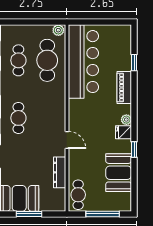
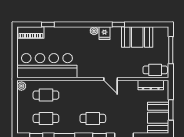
cafe table: (47, 60) -> (46, 95), width x0.73, depth x0.74
piano: (124, 88) -> (31, 32), moved
door: (67, 140) -> (111, 79), swing flipped
dresser: (60, 172) -> (151, 85), moved

